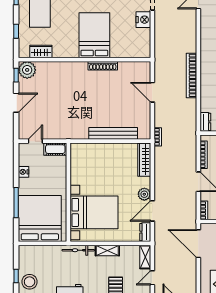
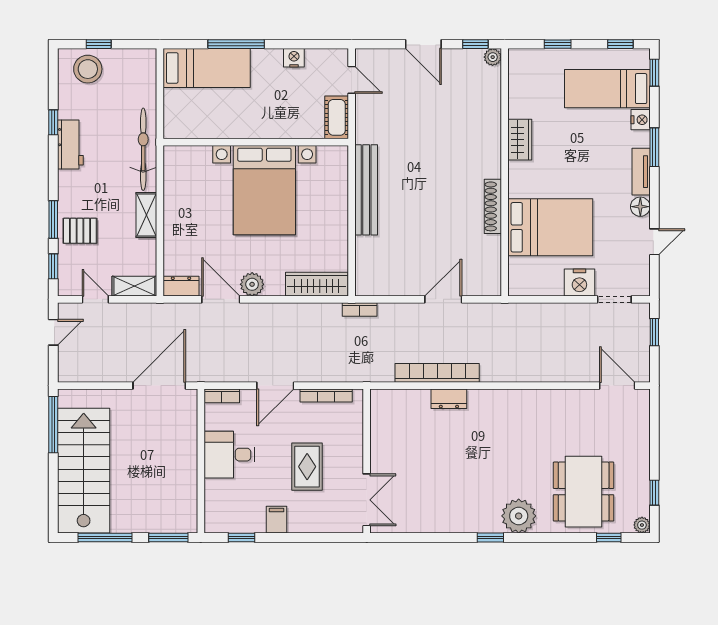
bed: (94, 35) -> (550, 227), moved
wardrobe: (41, 51) -> (520, 140), moved
plant: (27, 70) -> (493, 57), width x0.53, depth x0.53
bookcase: (191, 75) -> (437, 373), moved
dresser: (205, 122) -> (449, 399), moved
bench: (113, 133) -> (366, 190), moved
bed with nightstands: (94, 212) -> (264, 190), moved
bed: (40, 218) -> (207, 68), width x0.49
bicycle: (78, 250) -> (143, 149), width x1.37, depth x1.40

